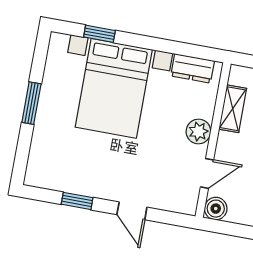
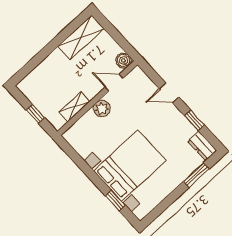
dresser: (193, 68) -> (202, 146), moved, turned 180
window: (31, 103) -> (196, 175), moved
door: (132, 211) -> (169, 93), swing flipped

